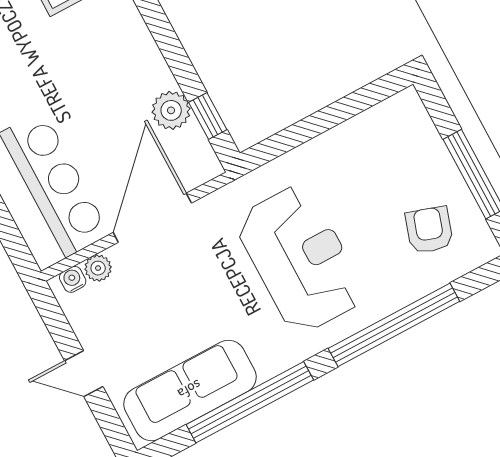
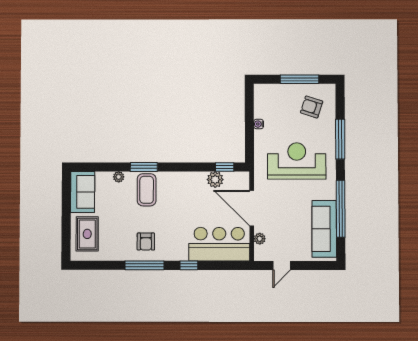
water cooler: (73, 279) -> (259, 124), moved
window: (394, 325) -> (340, 139), width x0.68
door: (84, 374) -> (282, 265), moved

